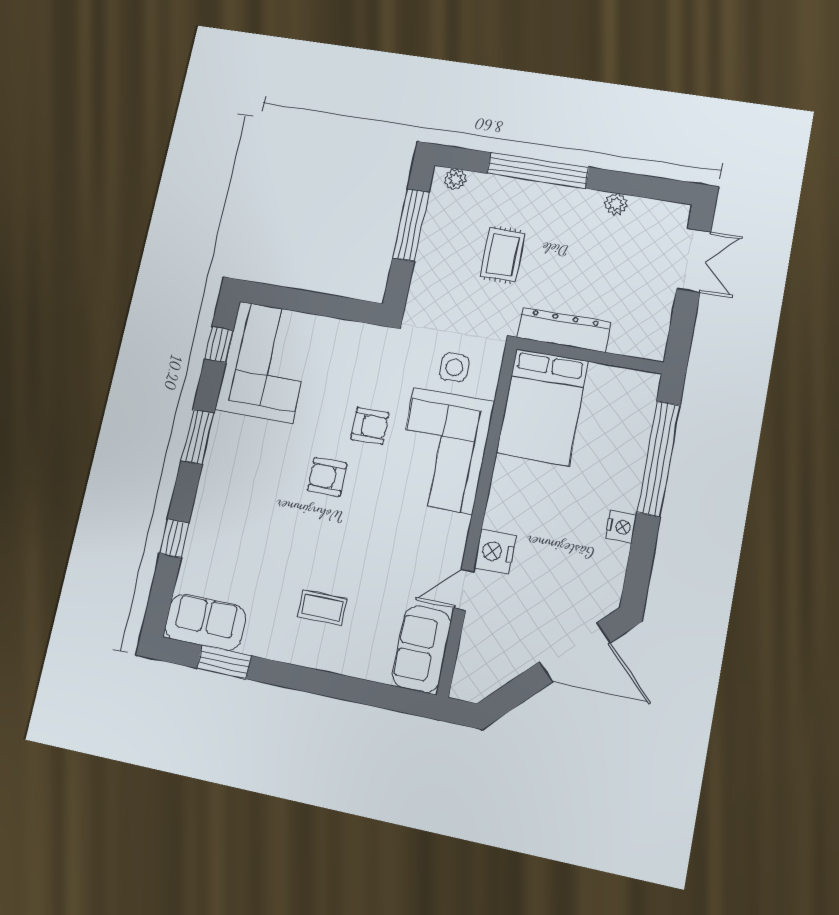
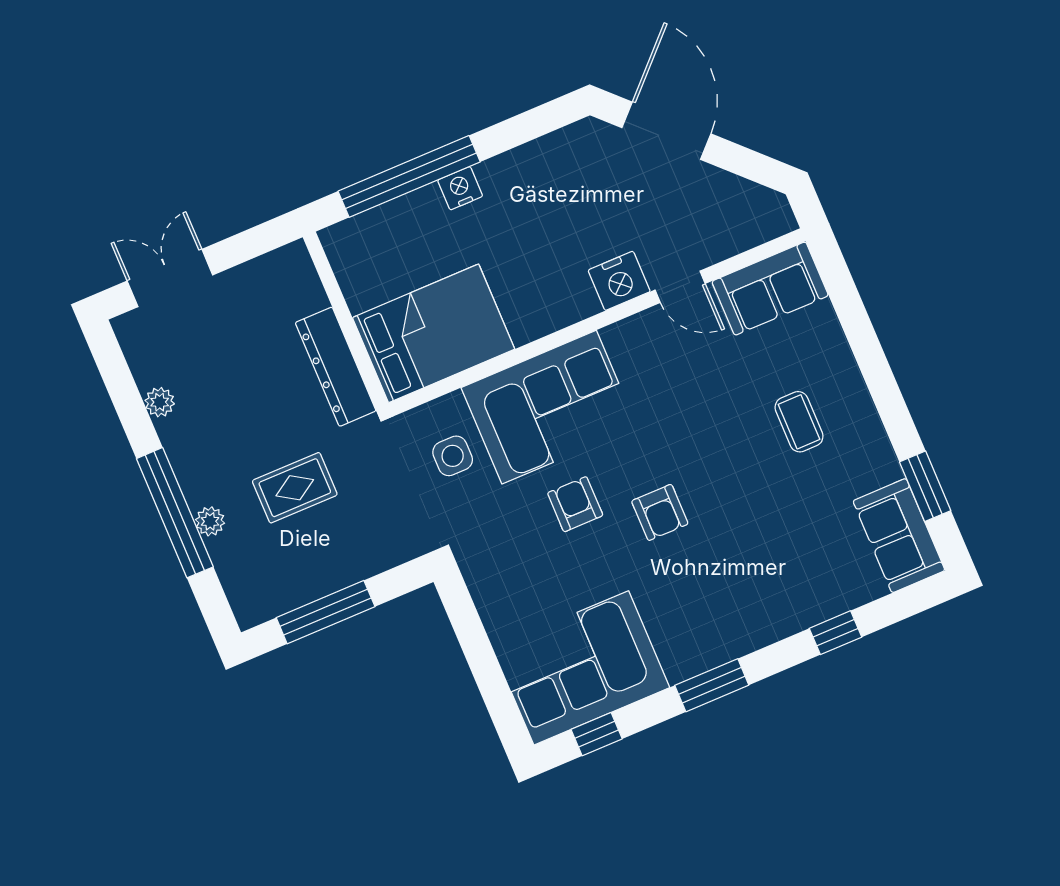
plant: (455, 179) -> (210, 521), moved
nightstand: (621, 527) -> (460, 188), moved

